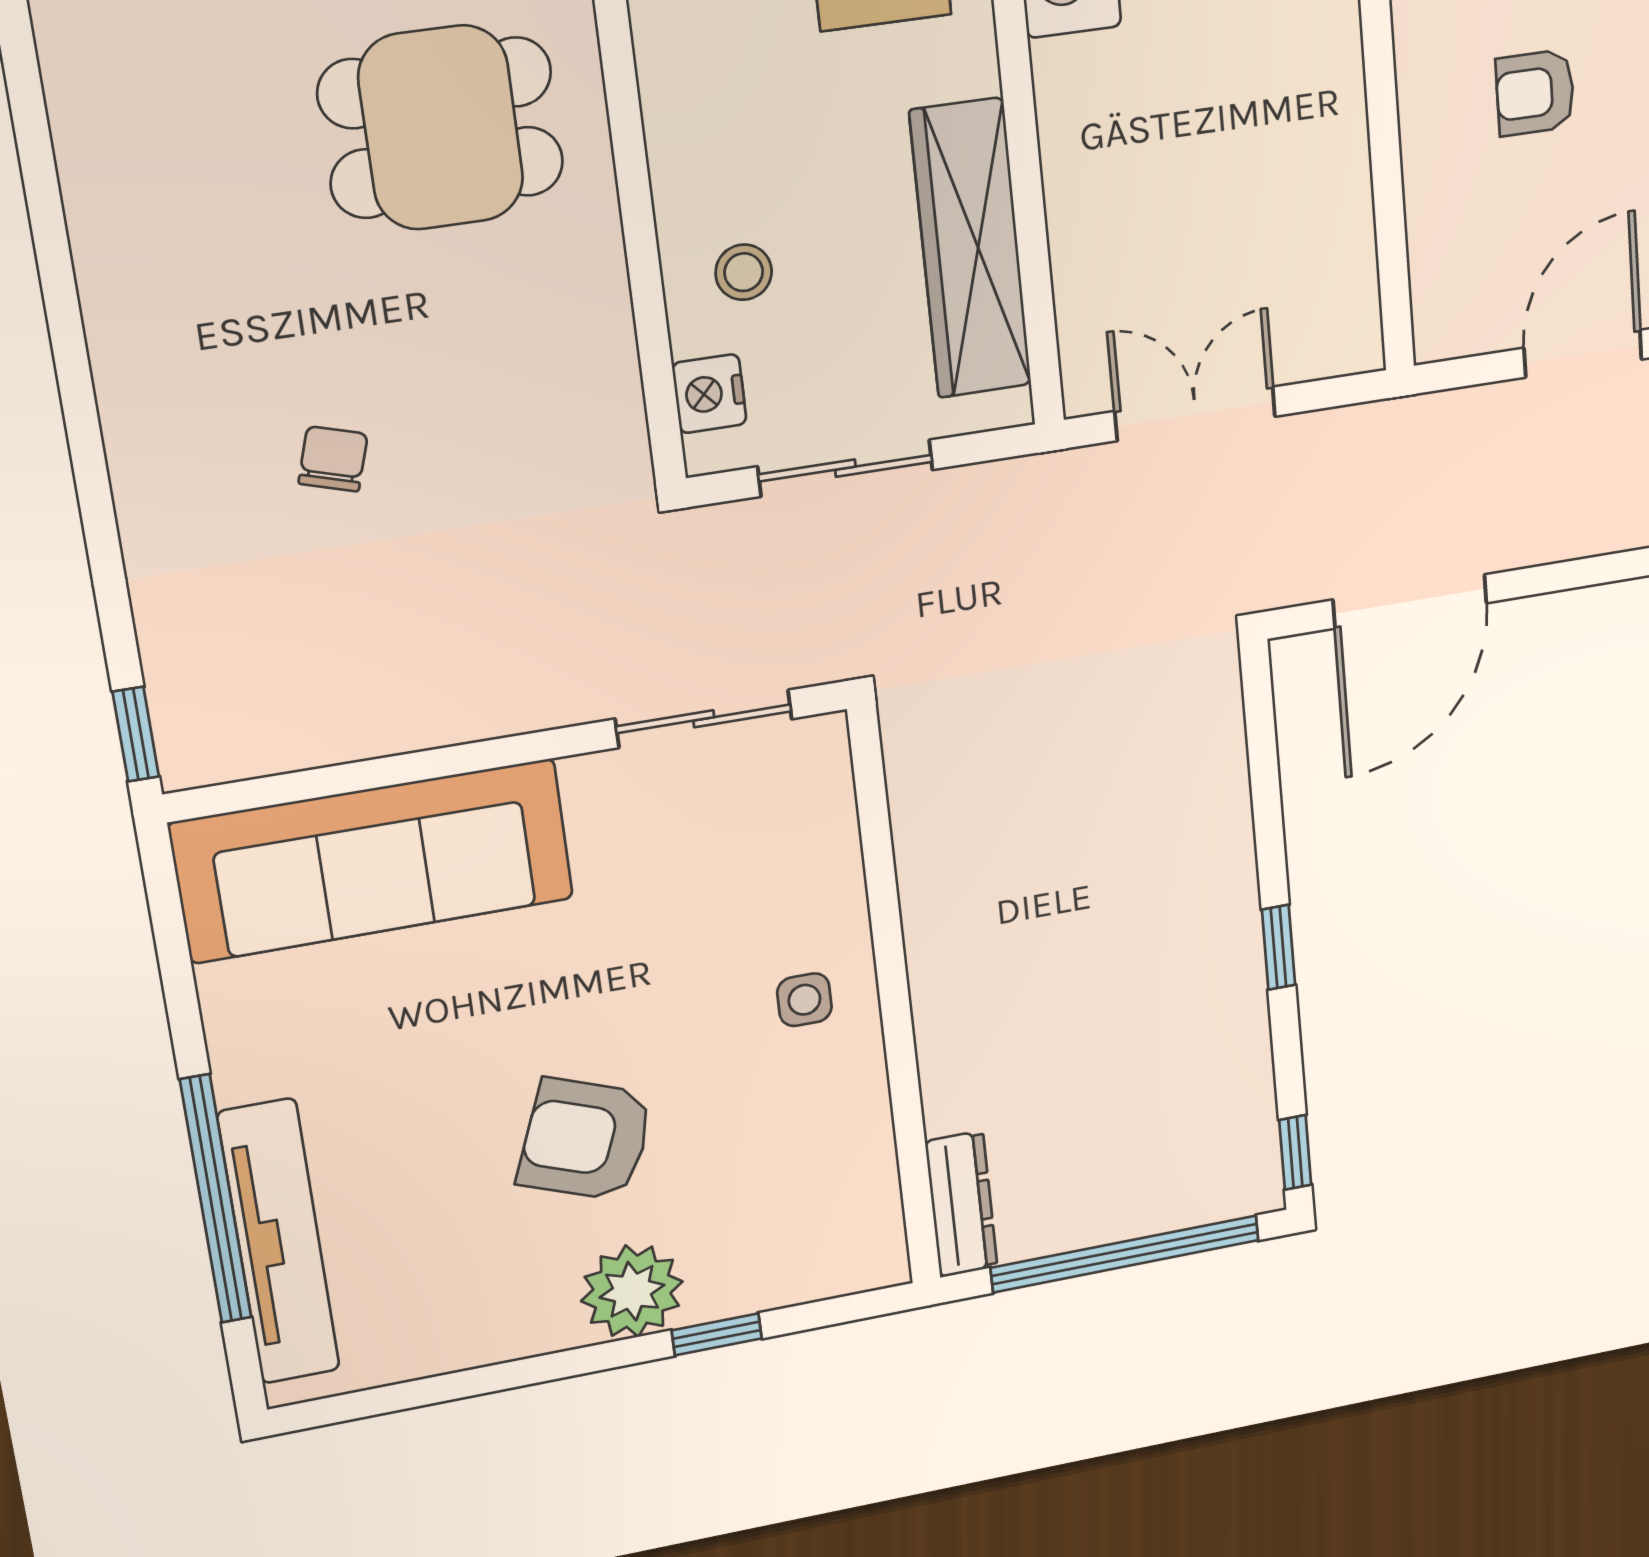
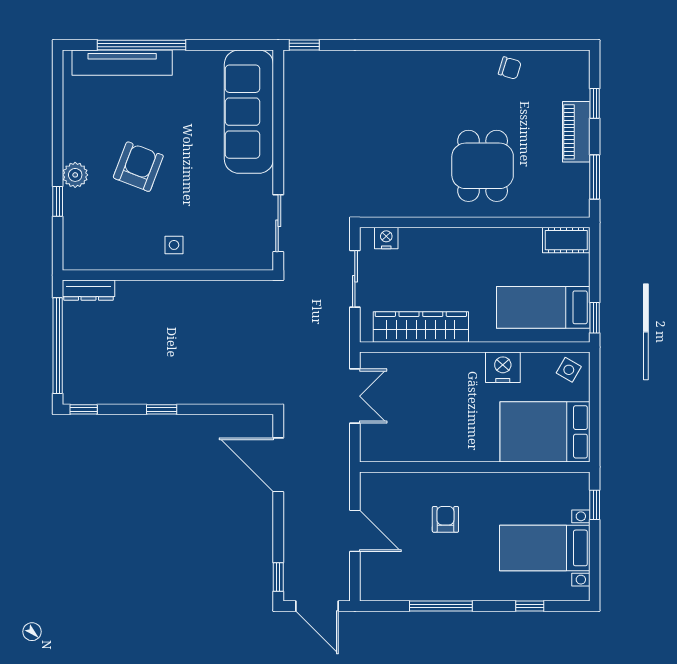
stool: (744, 272) -> (424, 253), removed
chair: (333, 459) -> (510, 68), moved
plant: (632, 1291) -> (75, 175), width x0.73, depth x0.73

